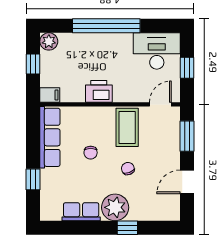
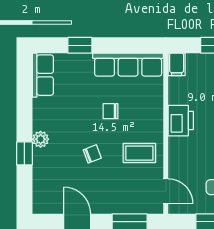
coffee table: (127, 127) -> (139, 153), width x0.73, depth x0.77
plant: (115, 207) -> (41, 139), width x0.53, depth x0.53
row of seats: (81, 212) -> (43, 75), moved

